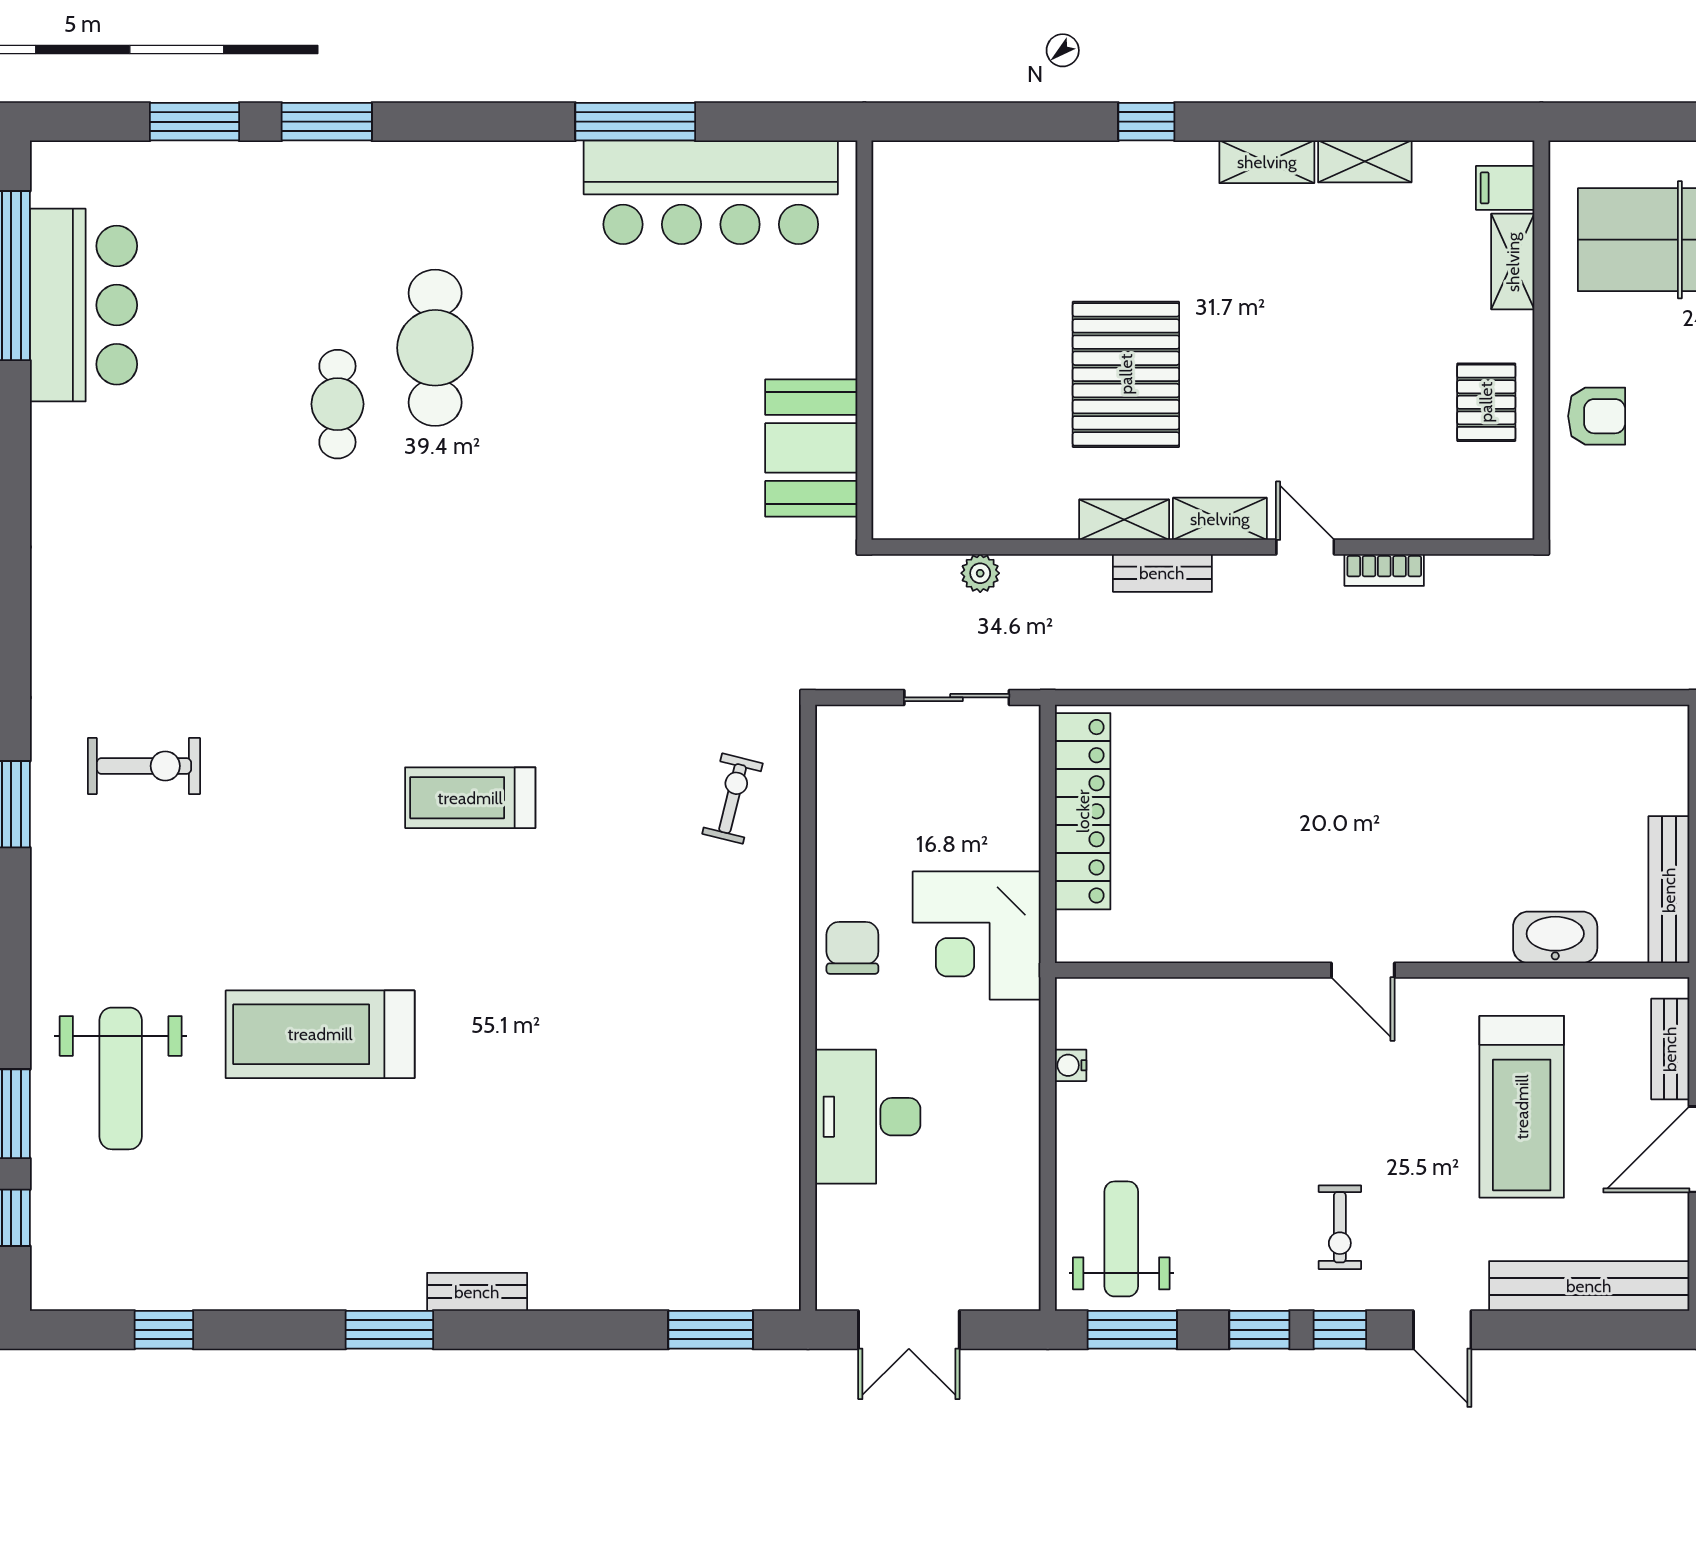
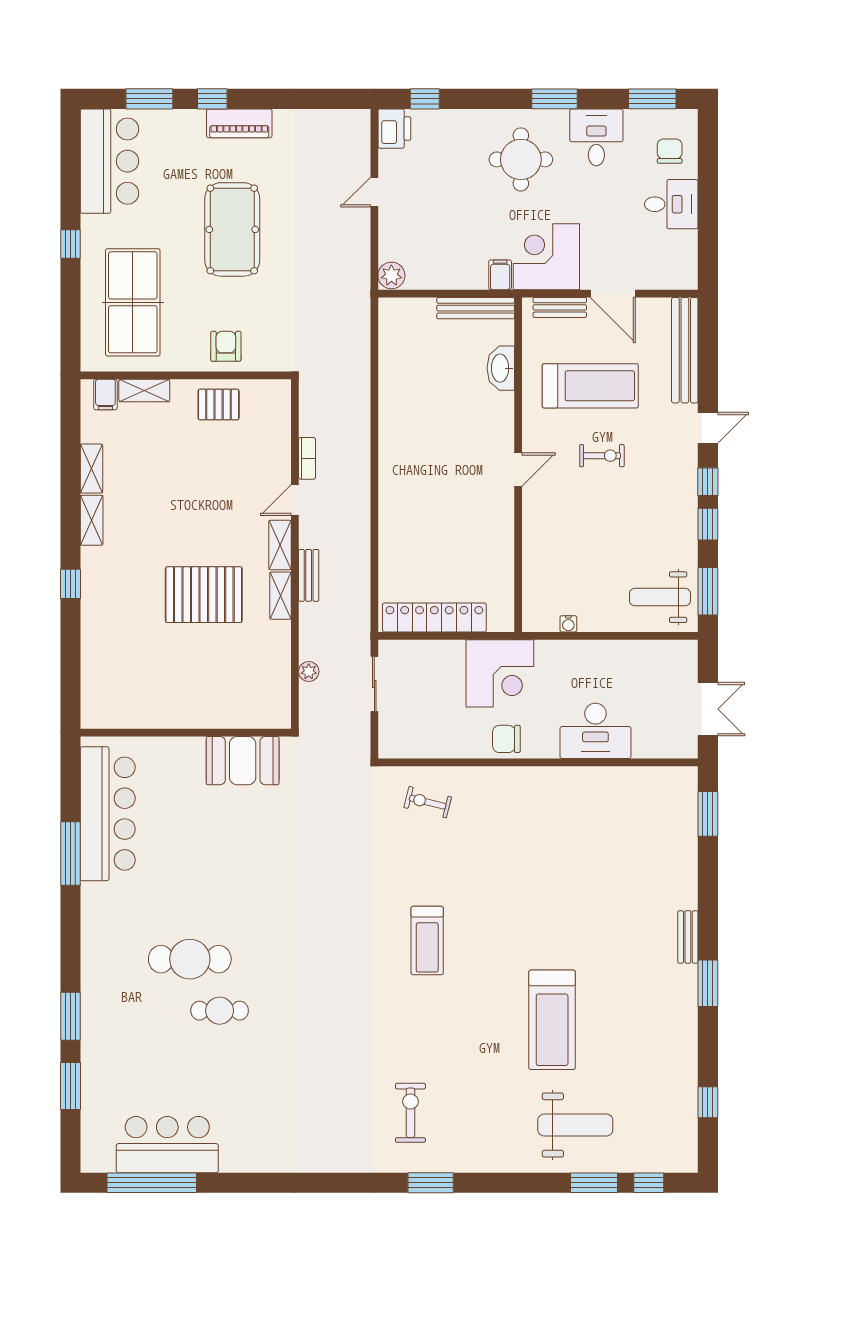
exercise bike: (1340, 1227) -> (602, 456), moved

